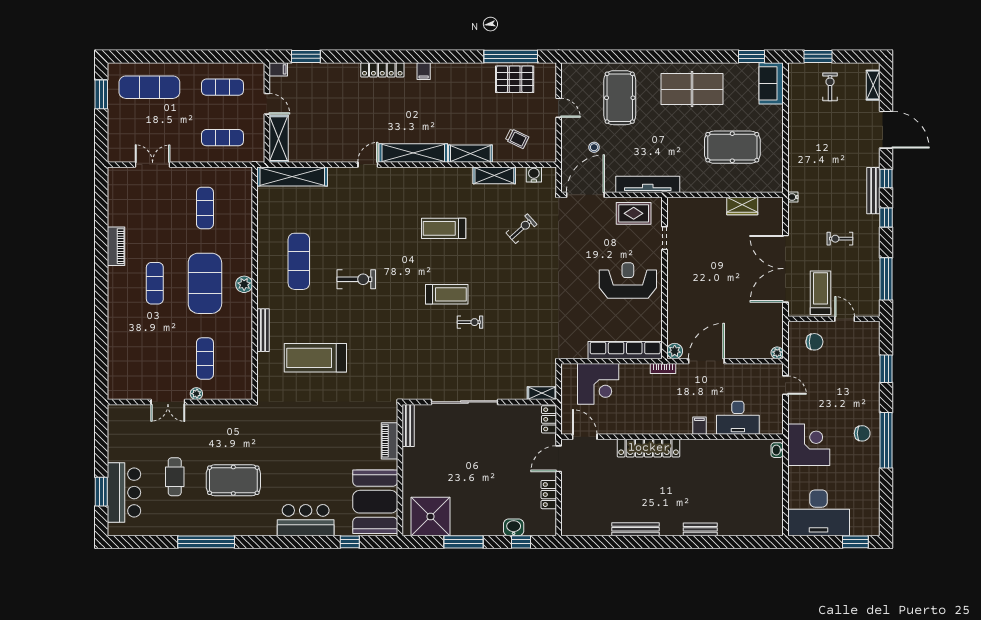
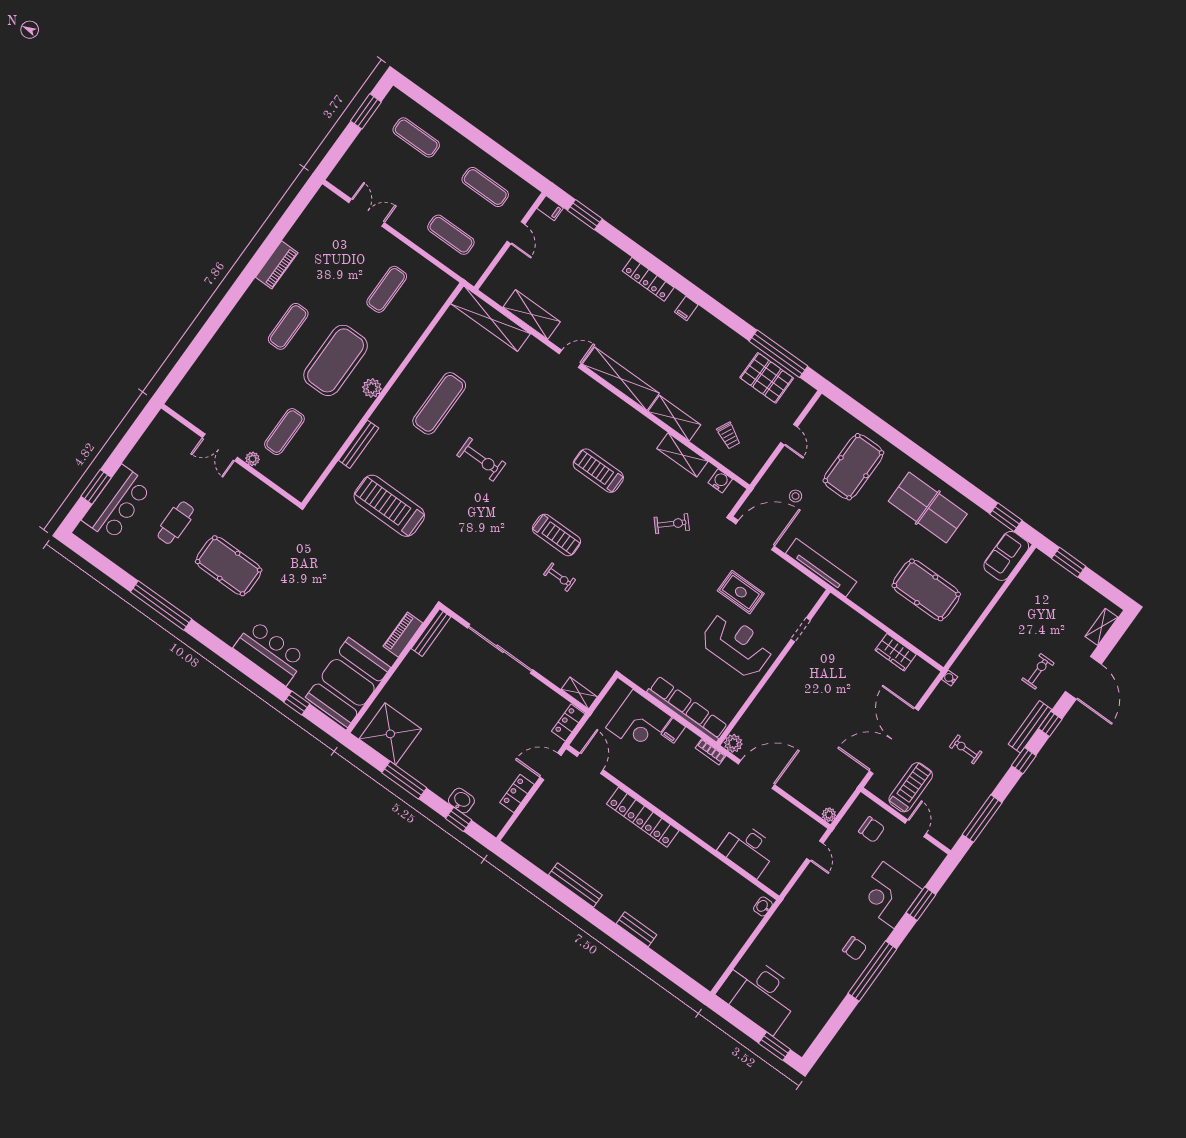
exercise mat: (149, 87) -> (416, 137), width x0.73, depth x0.69
exercise bike: (830, 87) -> (1038, 671), moved
shelving: (279, 139) -> (532, 314), moved, turned 90
rug: (634, 213) -> (741, 592), moved
filing cabinet: (699, 426) -> (673, 731), moved, turned 180
corner desk: (809, 445) -> (889, 895), moved, turned 180

